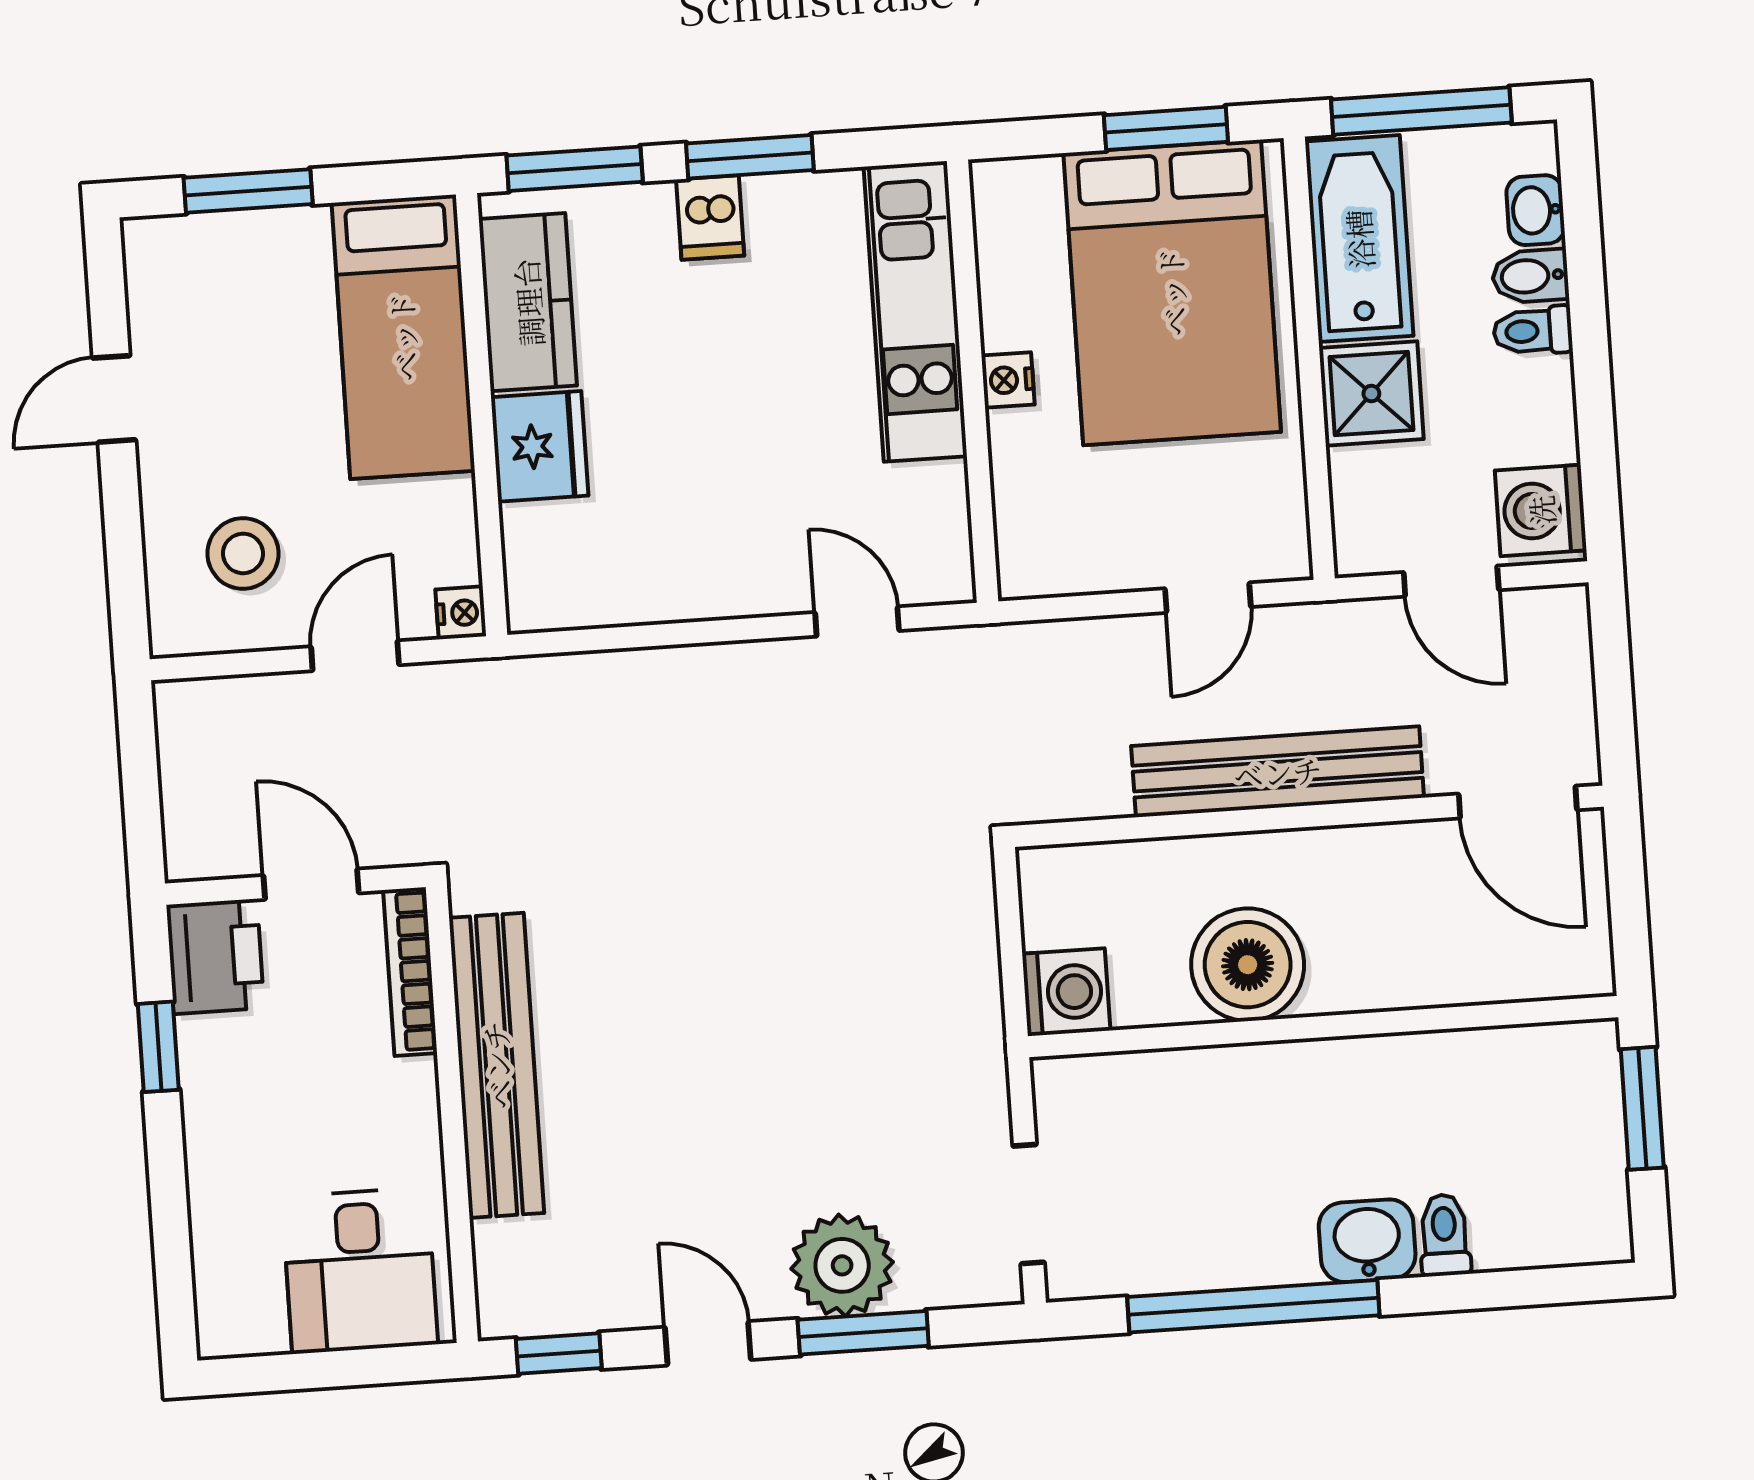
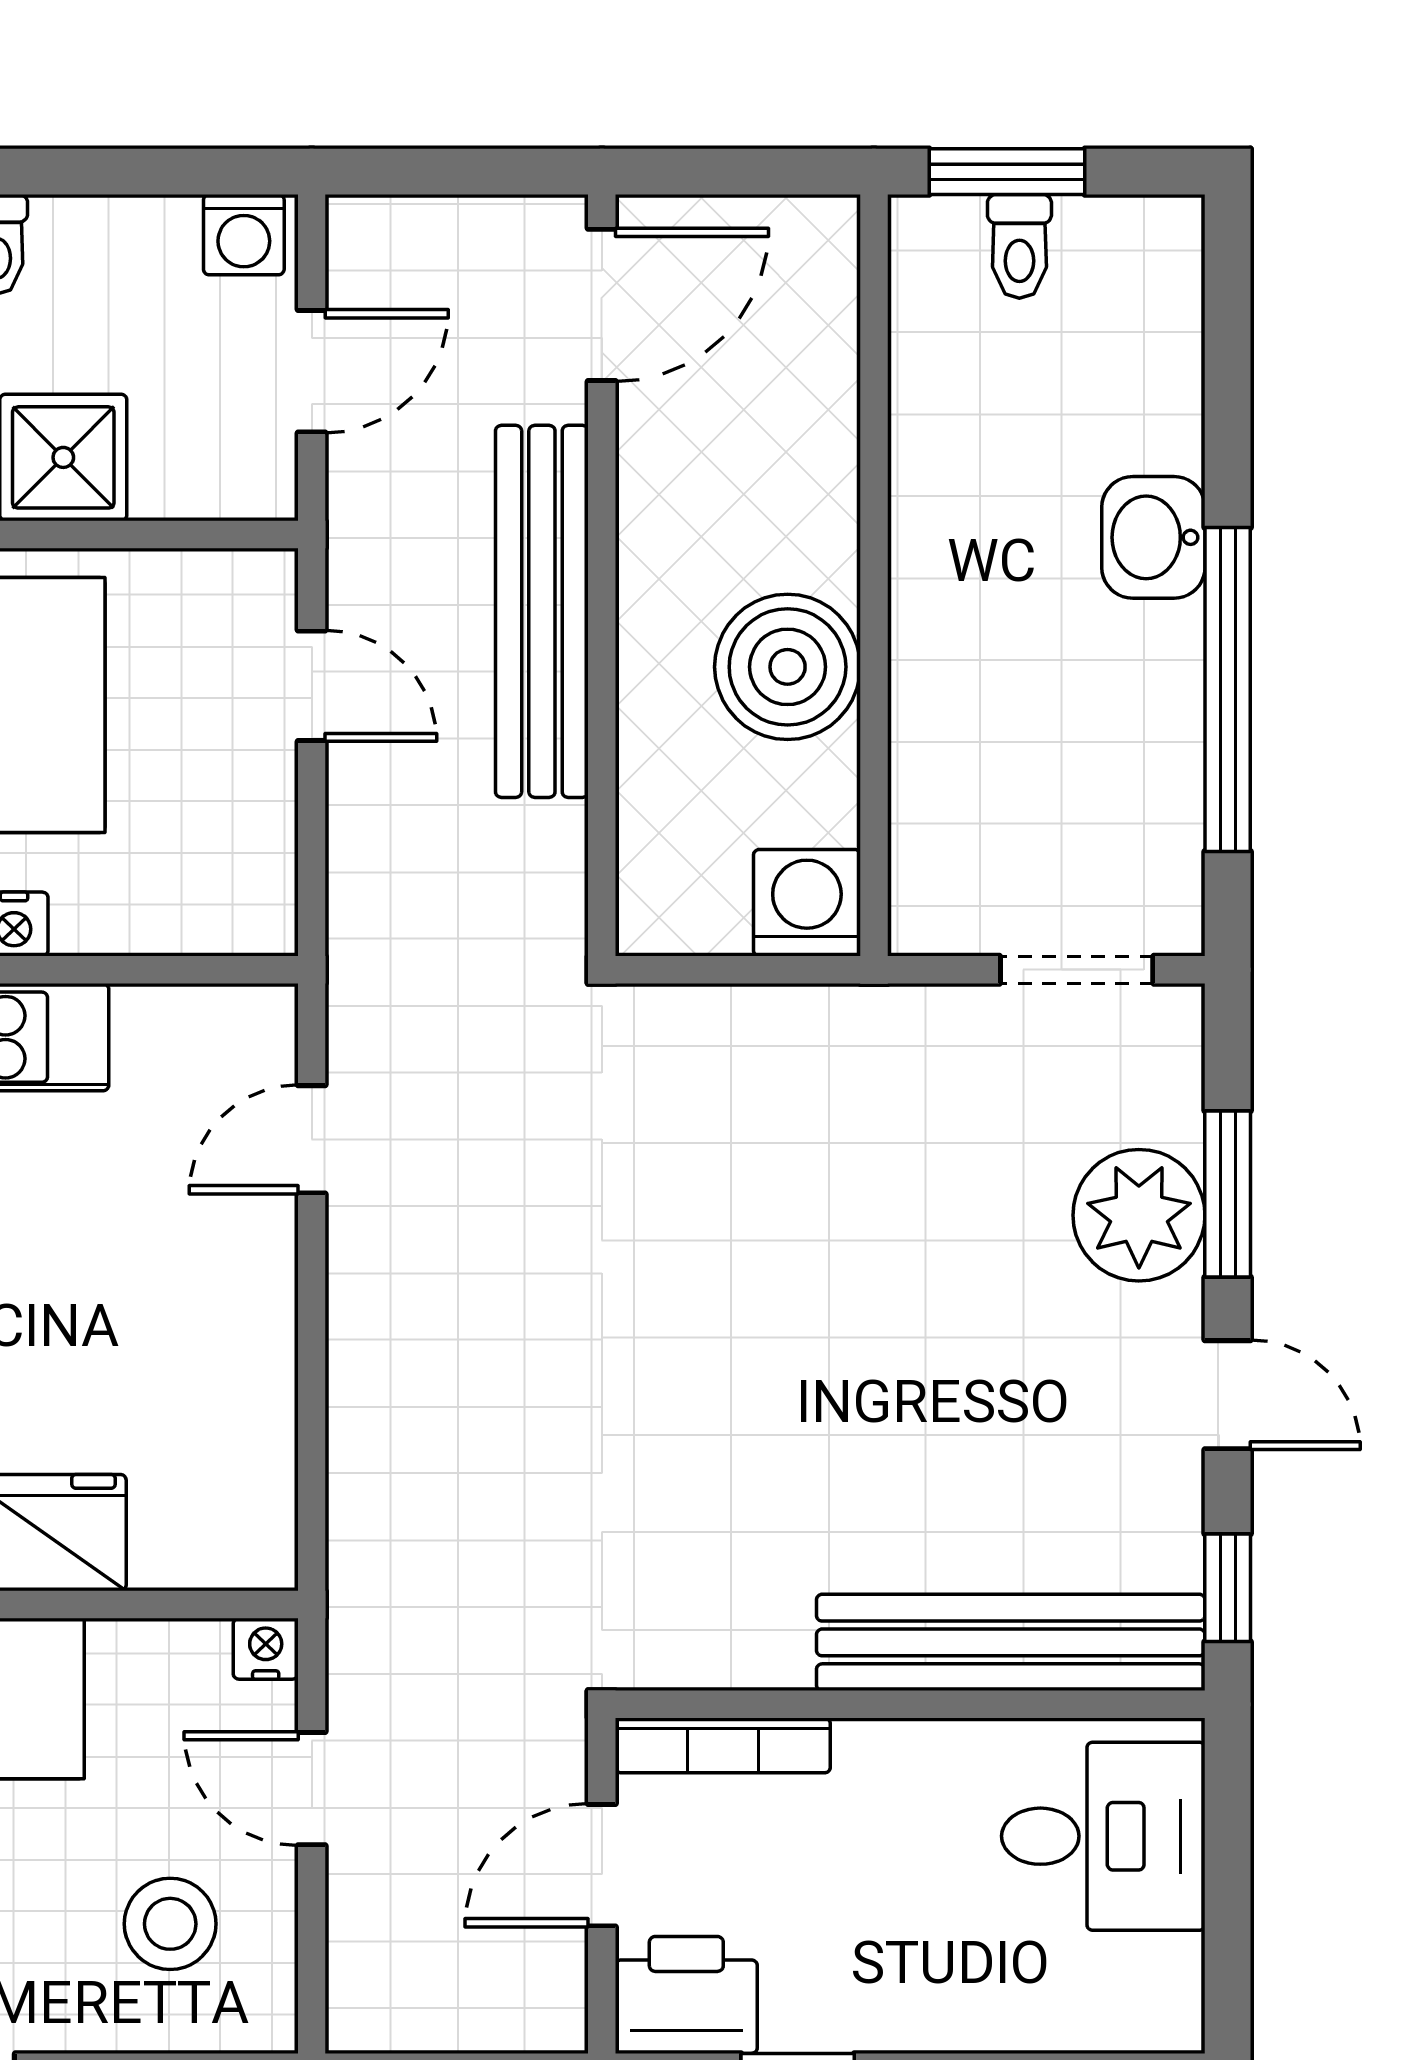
washing machine: (1541, 510) -> (244, 235), width x0.73, depth x0.73
bench: (497, 1065) -> (1011, 1642), moved
toilet: (1444, 1235) -> (1019, 246), moved, turned -90
door: (708, 1343) -> (1228, 1395), swing flipped

